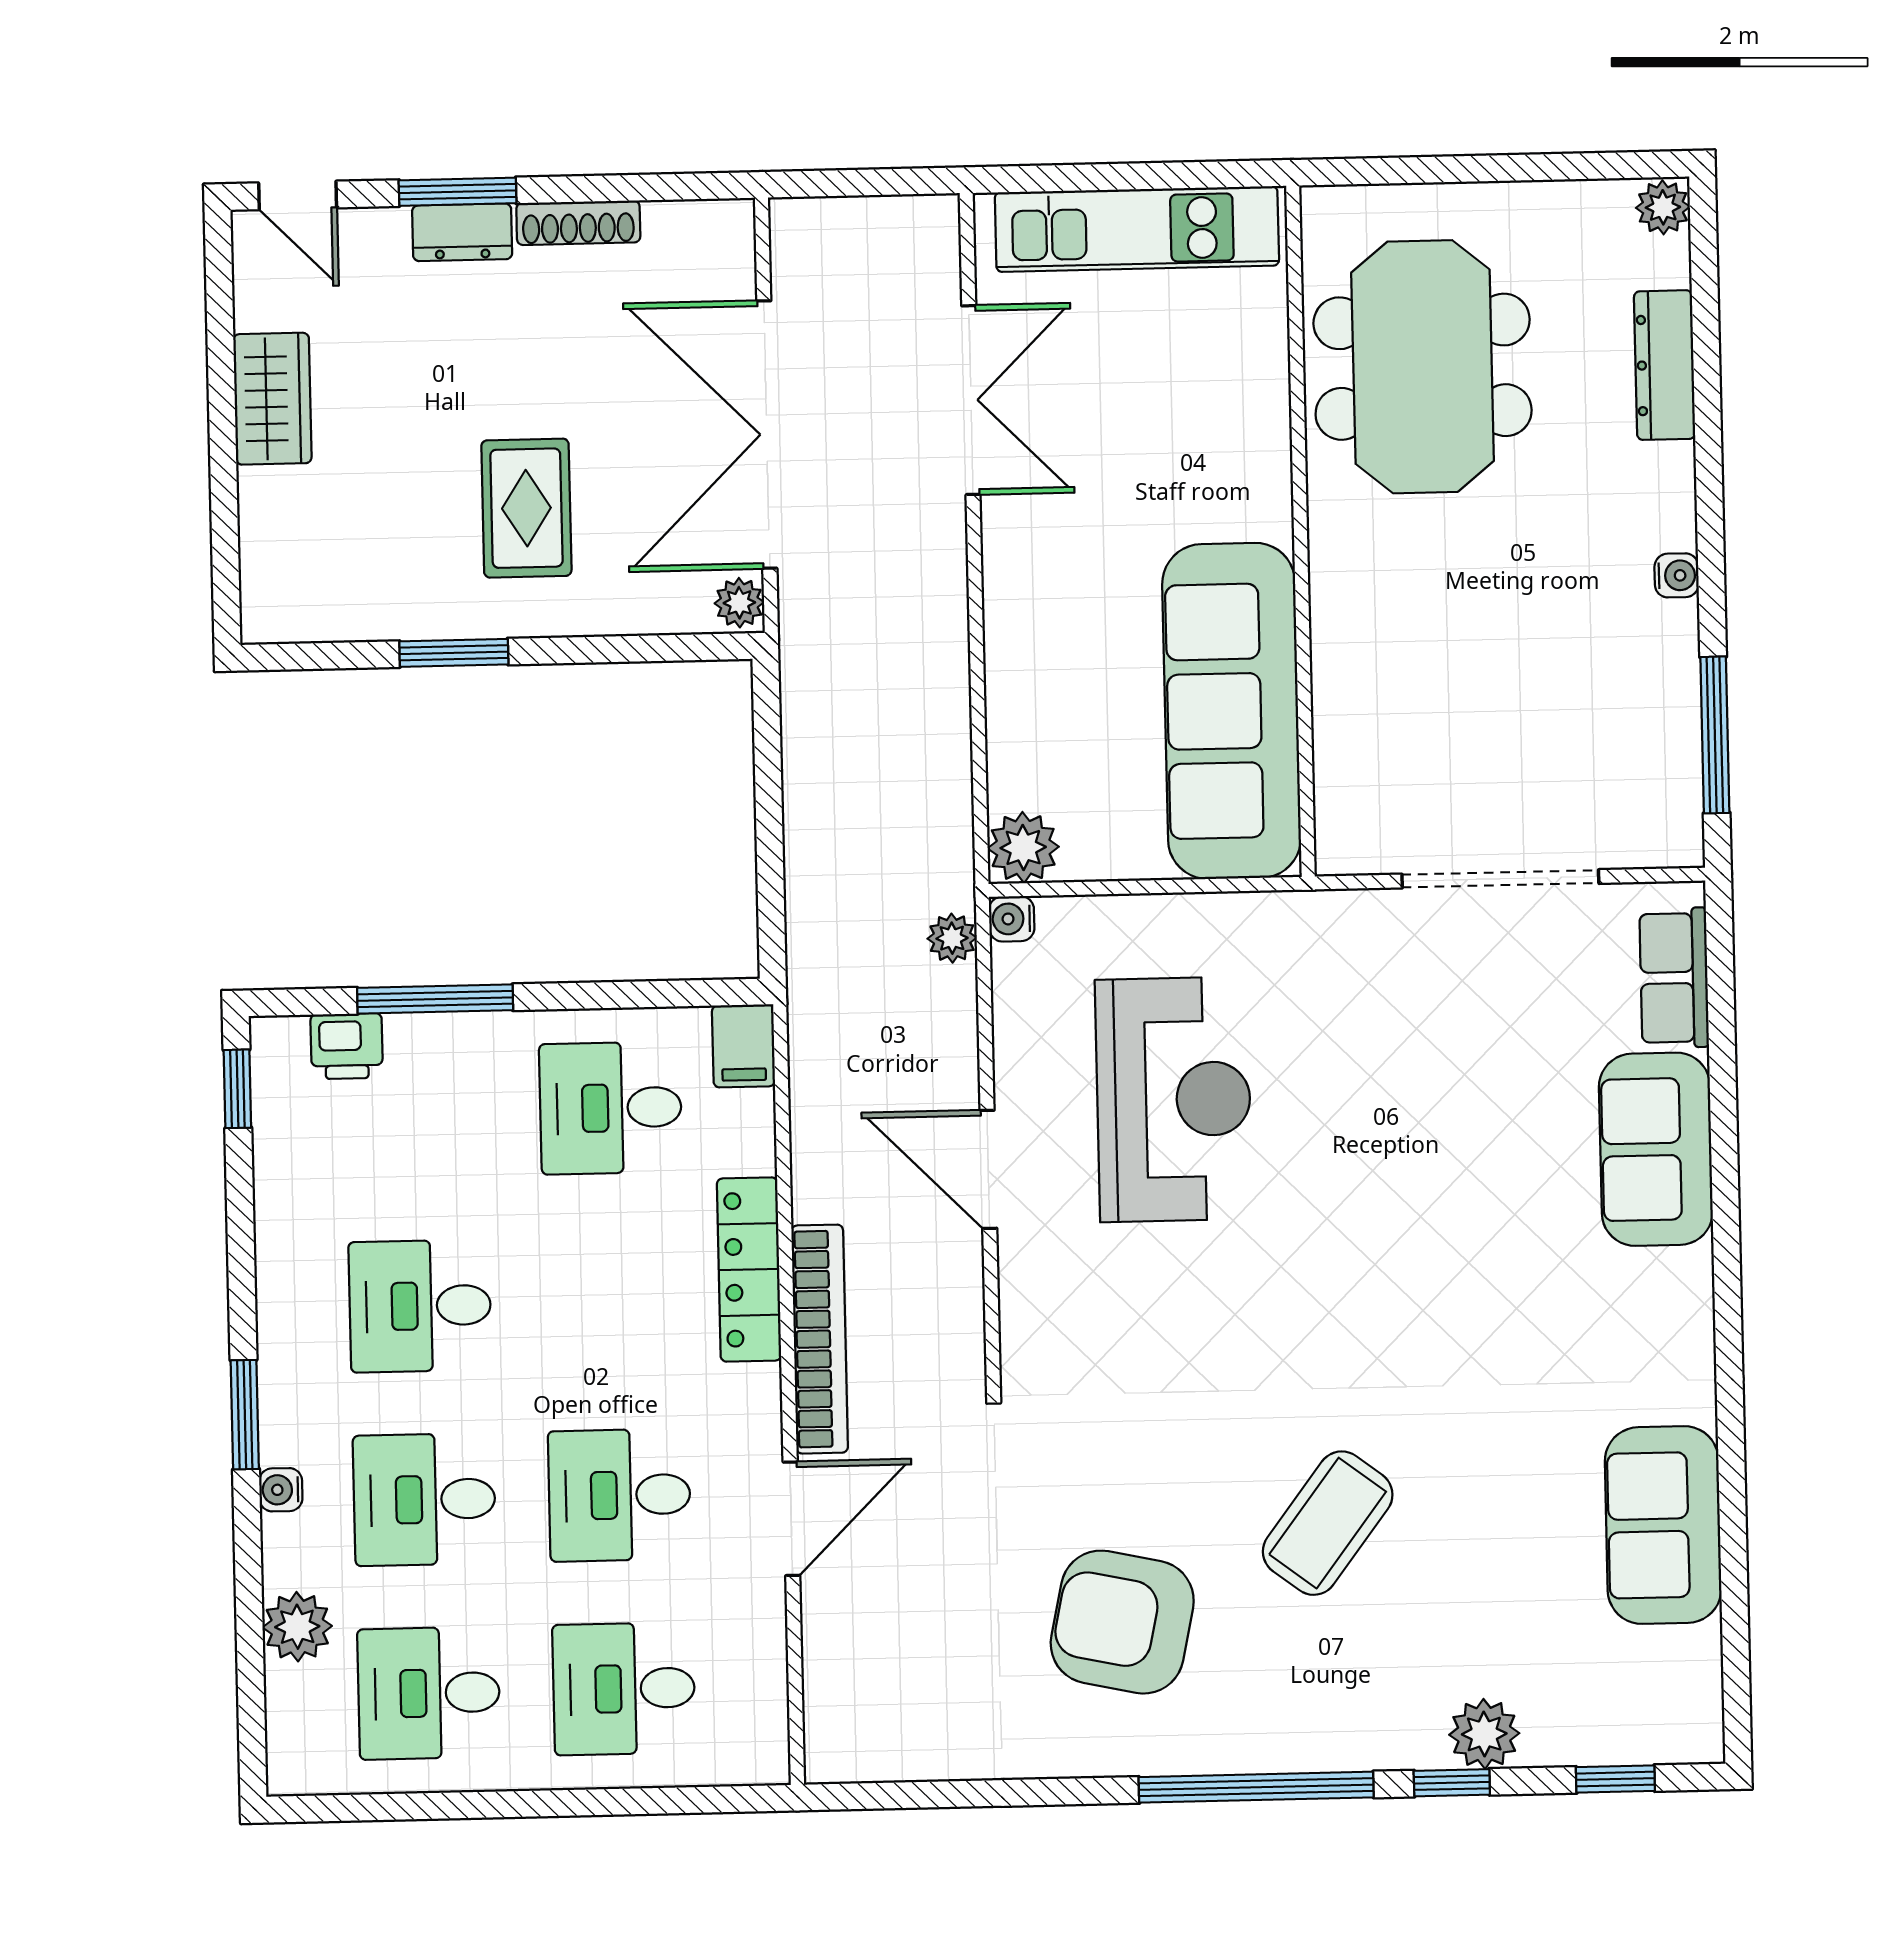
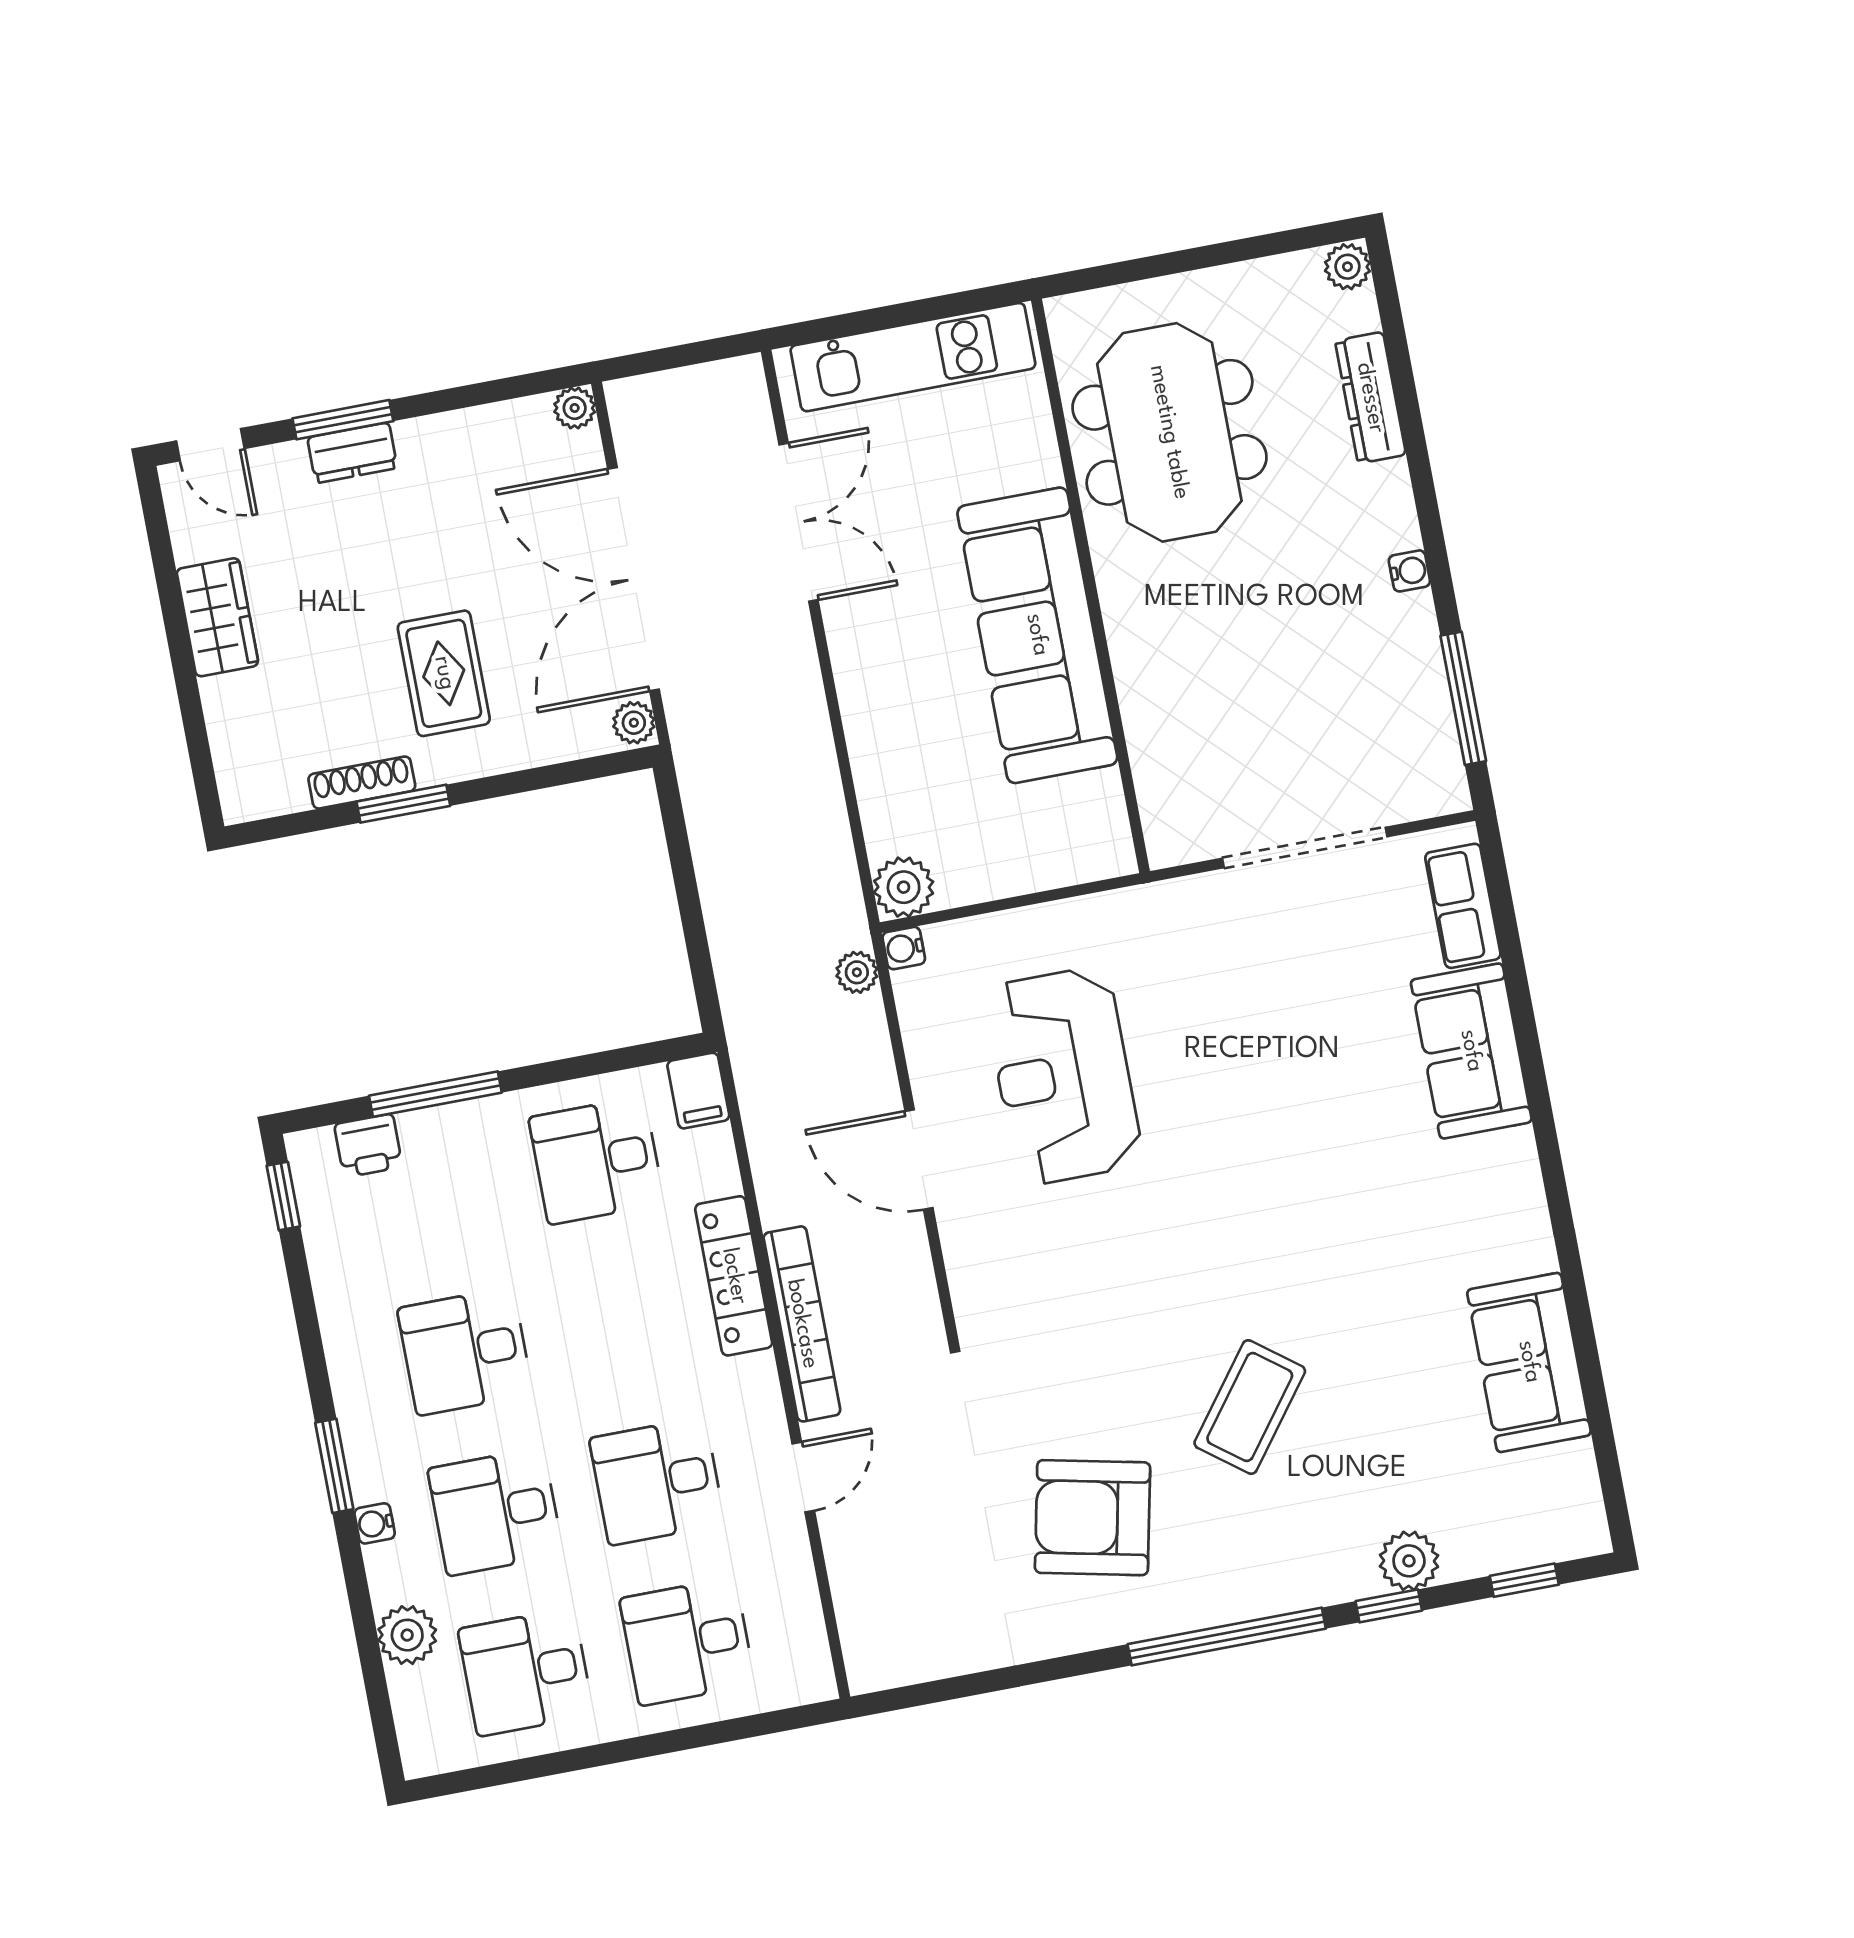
shoe rack: (578, 223) -> (362, 783), moved, turned 180
plant: (731, 223) -> (575, 408), added
sofa: (1232, 711) -> (1037, 635), moved
reception desk: (1174, 1099) -> (1063, 1076), turned 180
door: (791, 1519) -> (803, 1477), width x0.73

